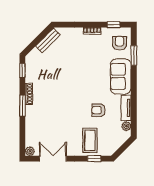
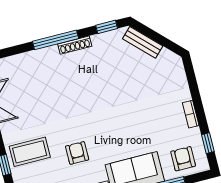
bench: (48, 40) -> (143, 42), moved
armchair: (119, 43) -> (183, 159), turned -90
window: (22, 105) -> (56, 40), width x1.44

